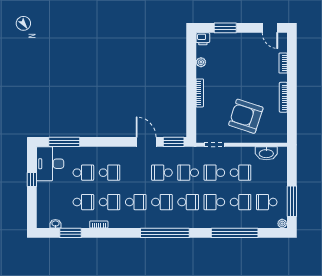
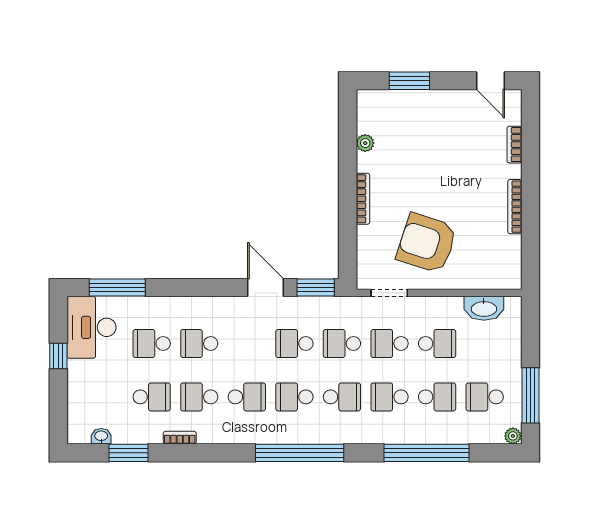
printer: (203, 39) -> (369, 101), removed
armchair: (246, 116) -> (427, 243), moved
school desk: (83, 173) -> (152, 343), turned 180
school desk: (110, 173) -> (199, 343), turned 180
school desk: (110, 202) -> (199, 397), turned 180
school desk: (162, 202) -> (294, 397), turned 180

